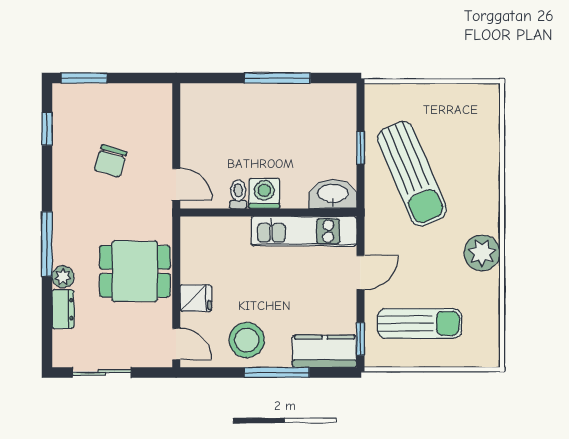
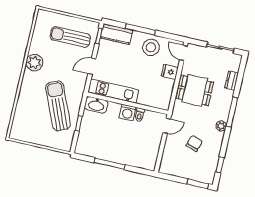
door: (176, 184) -> (167, 126), swing flipped
plant: (63, 277) -> (221, 126), moved

